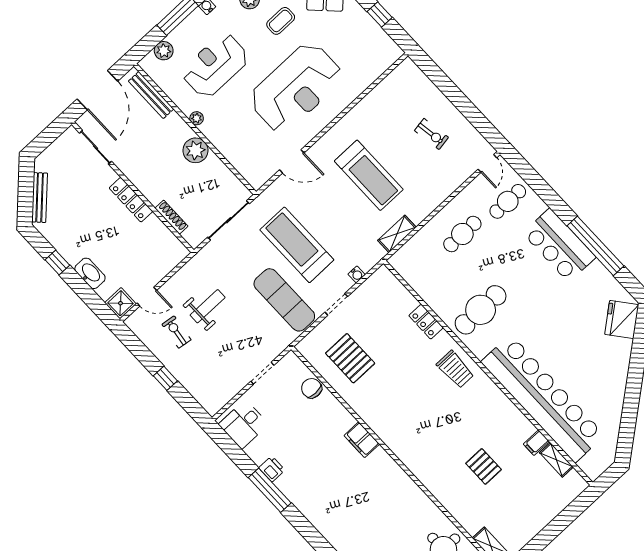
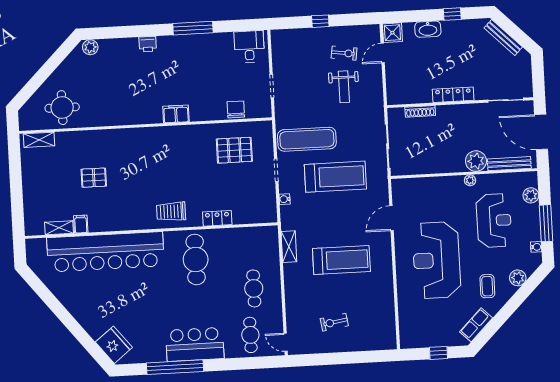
plant: (196, 150) -> (476, 161), moved
treadmill: (369, 175) -> (341, 260), turned 180
chair: (312, 388) -> (236, 109), turned -90
printer: (272, 469) -> (148, 44), moved

